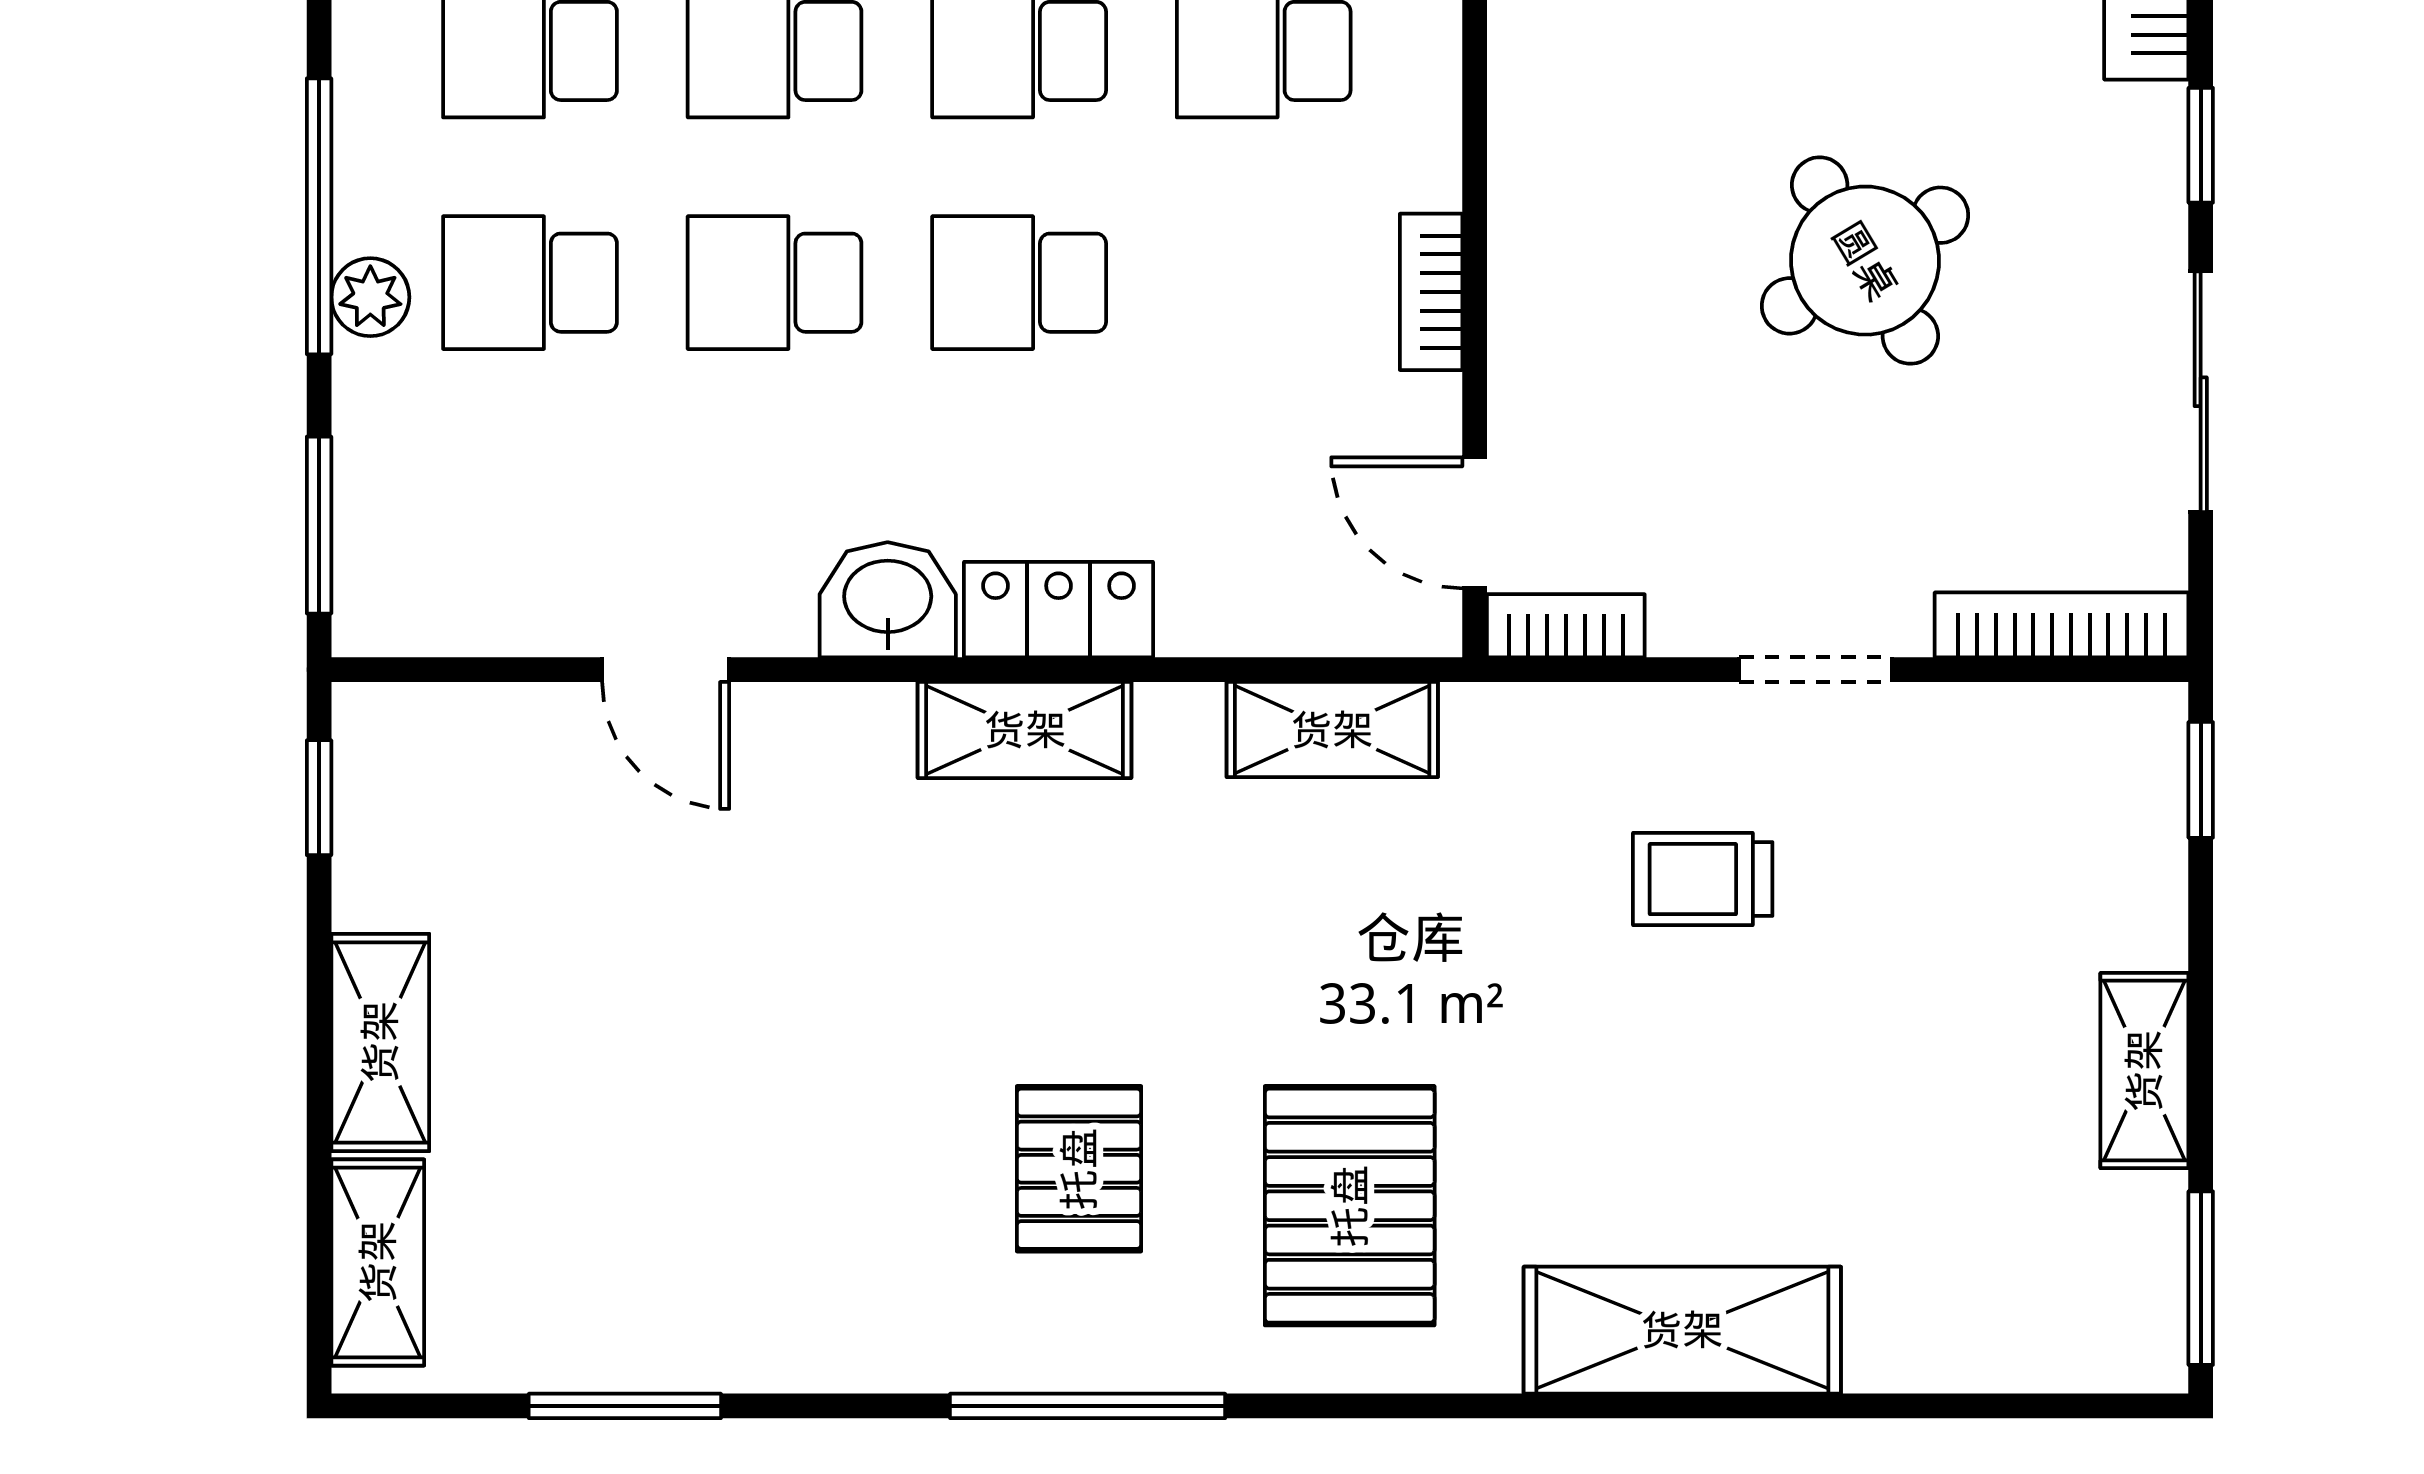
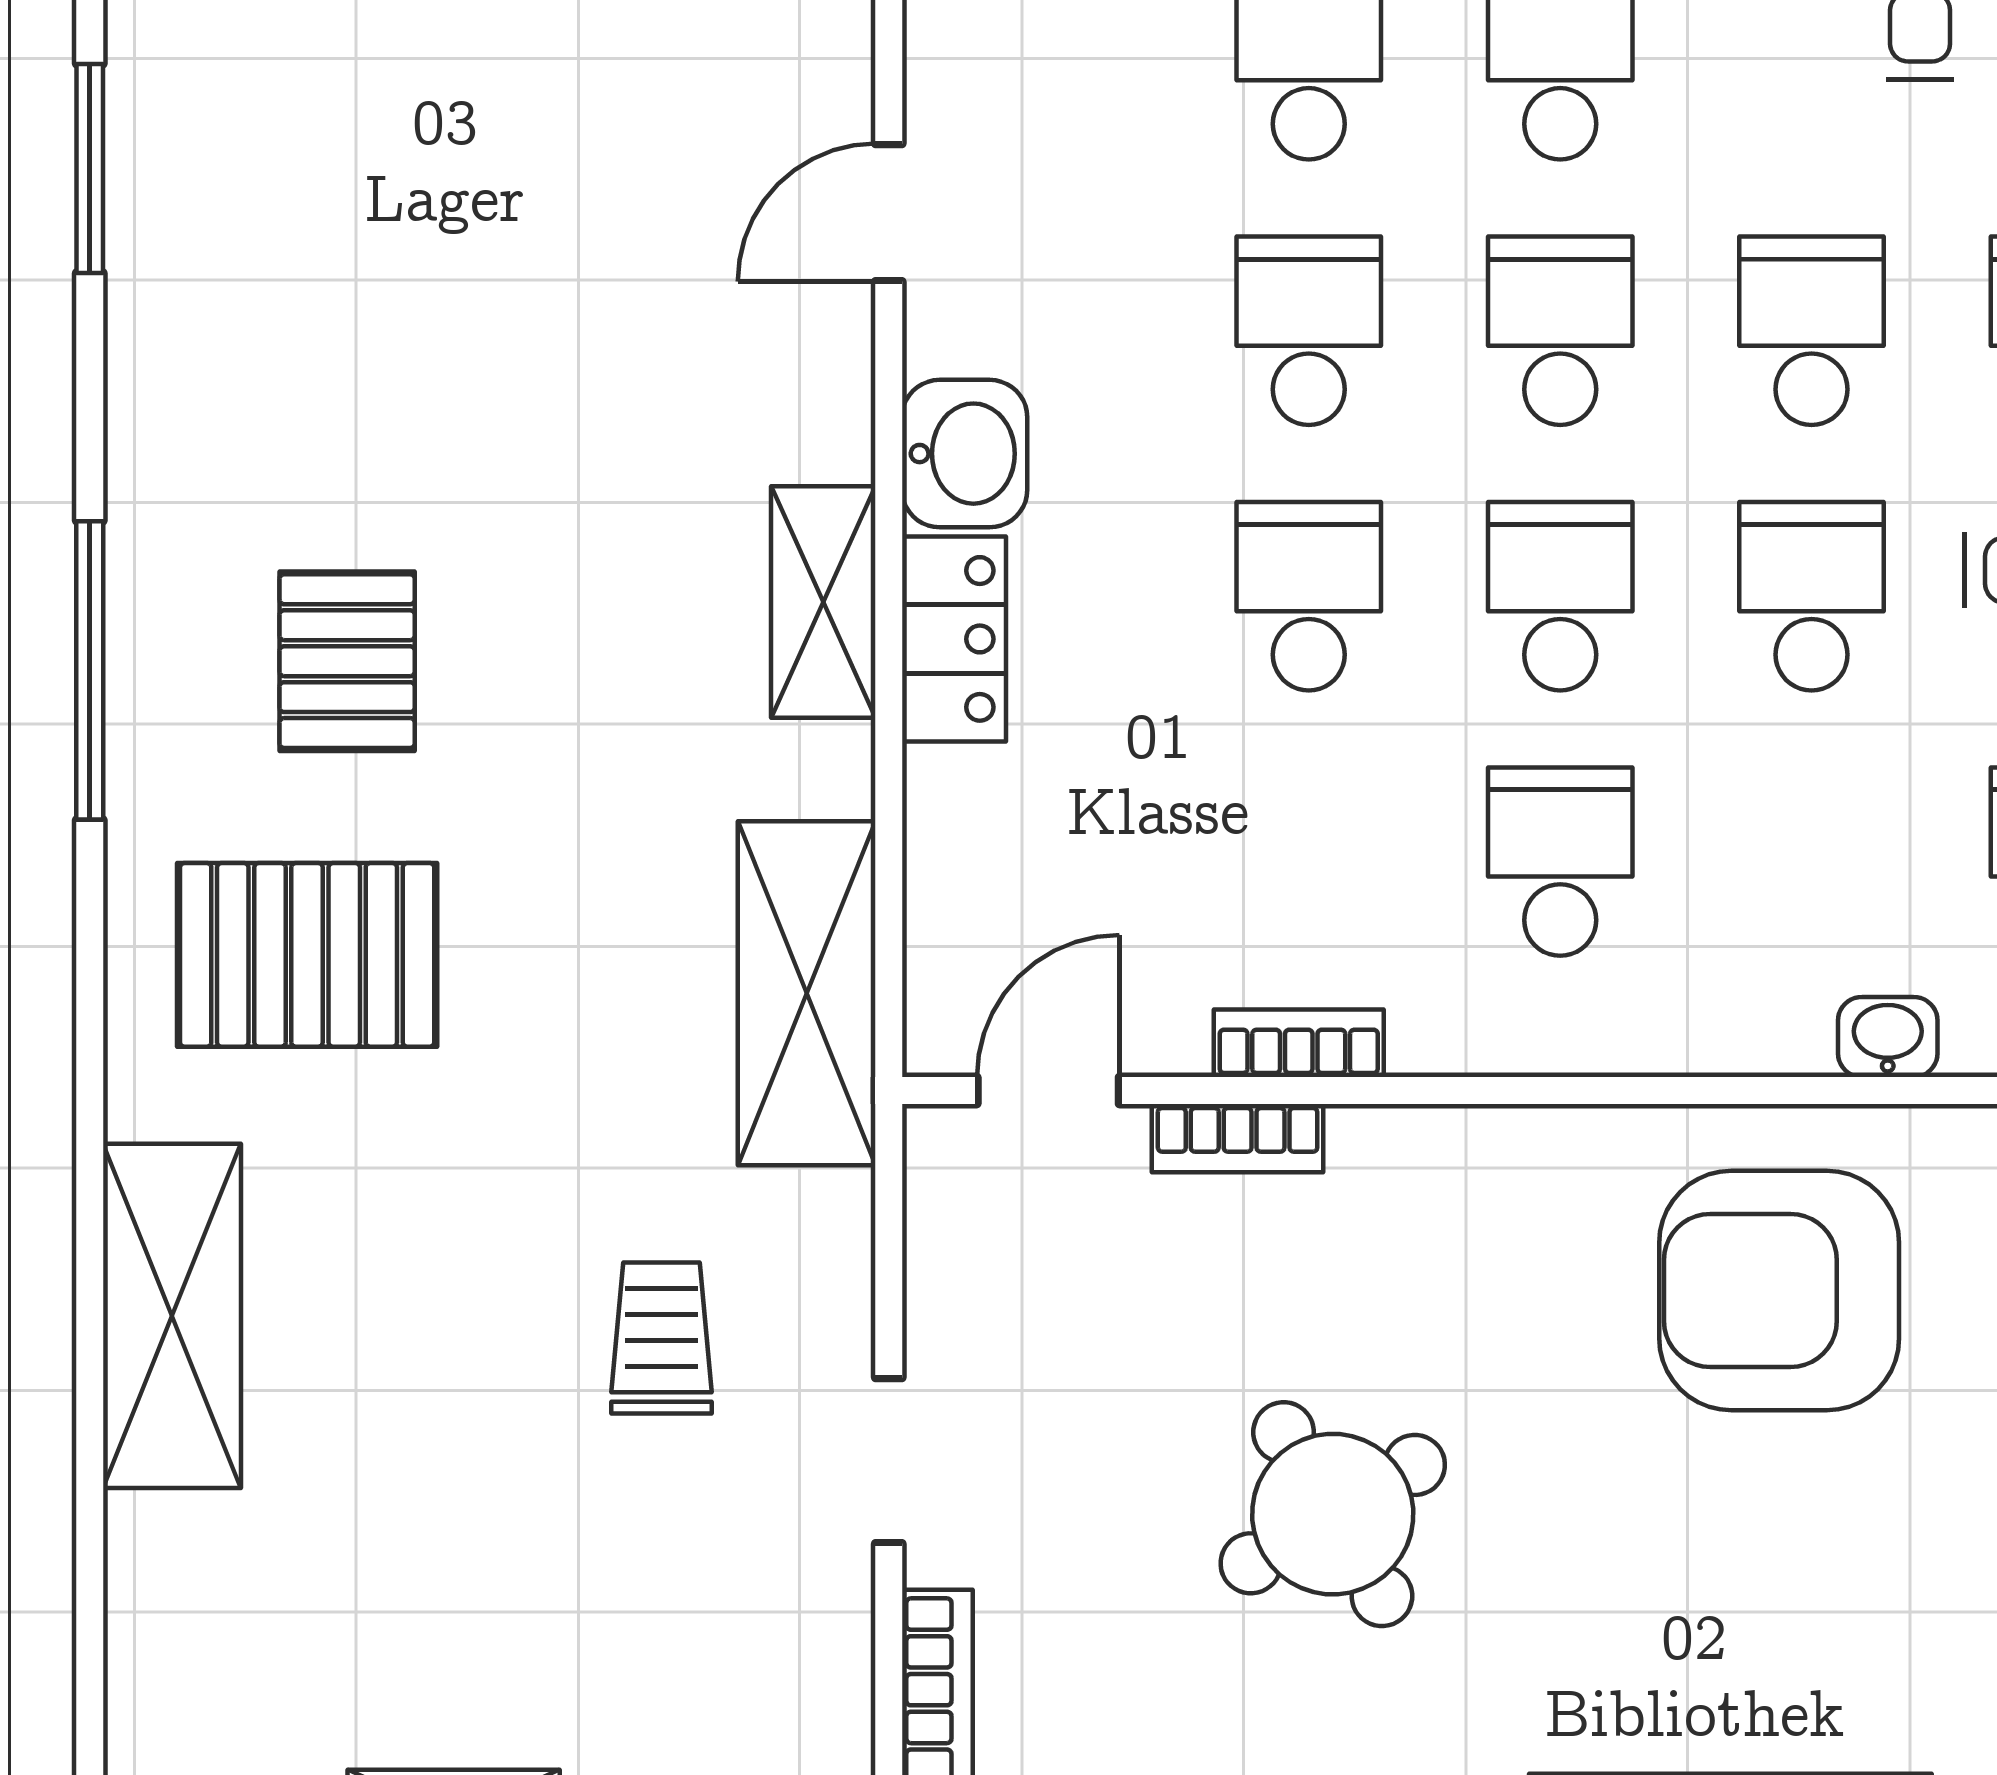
bookcase: (1566, 626) -> (1238, 1138), moved, turned 90
shelving: (1332, 730) -> (807, 993), width x1.50, depth x1.33
pallet: (1079, 1169) -> (347, 661), turned 90

